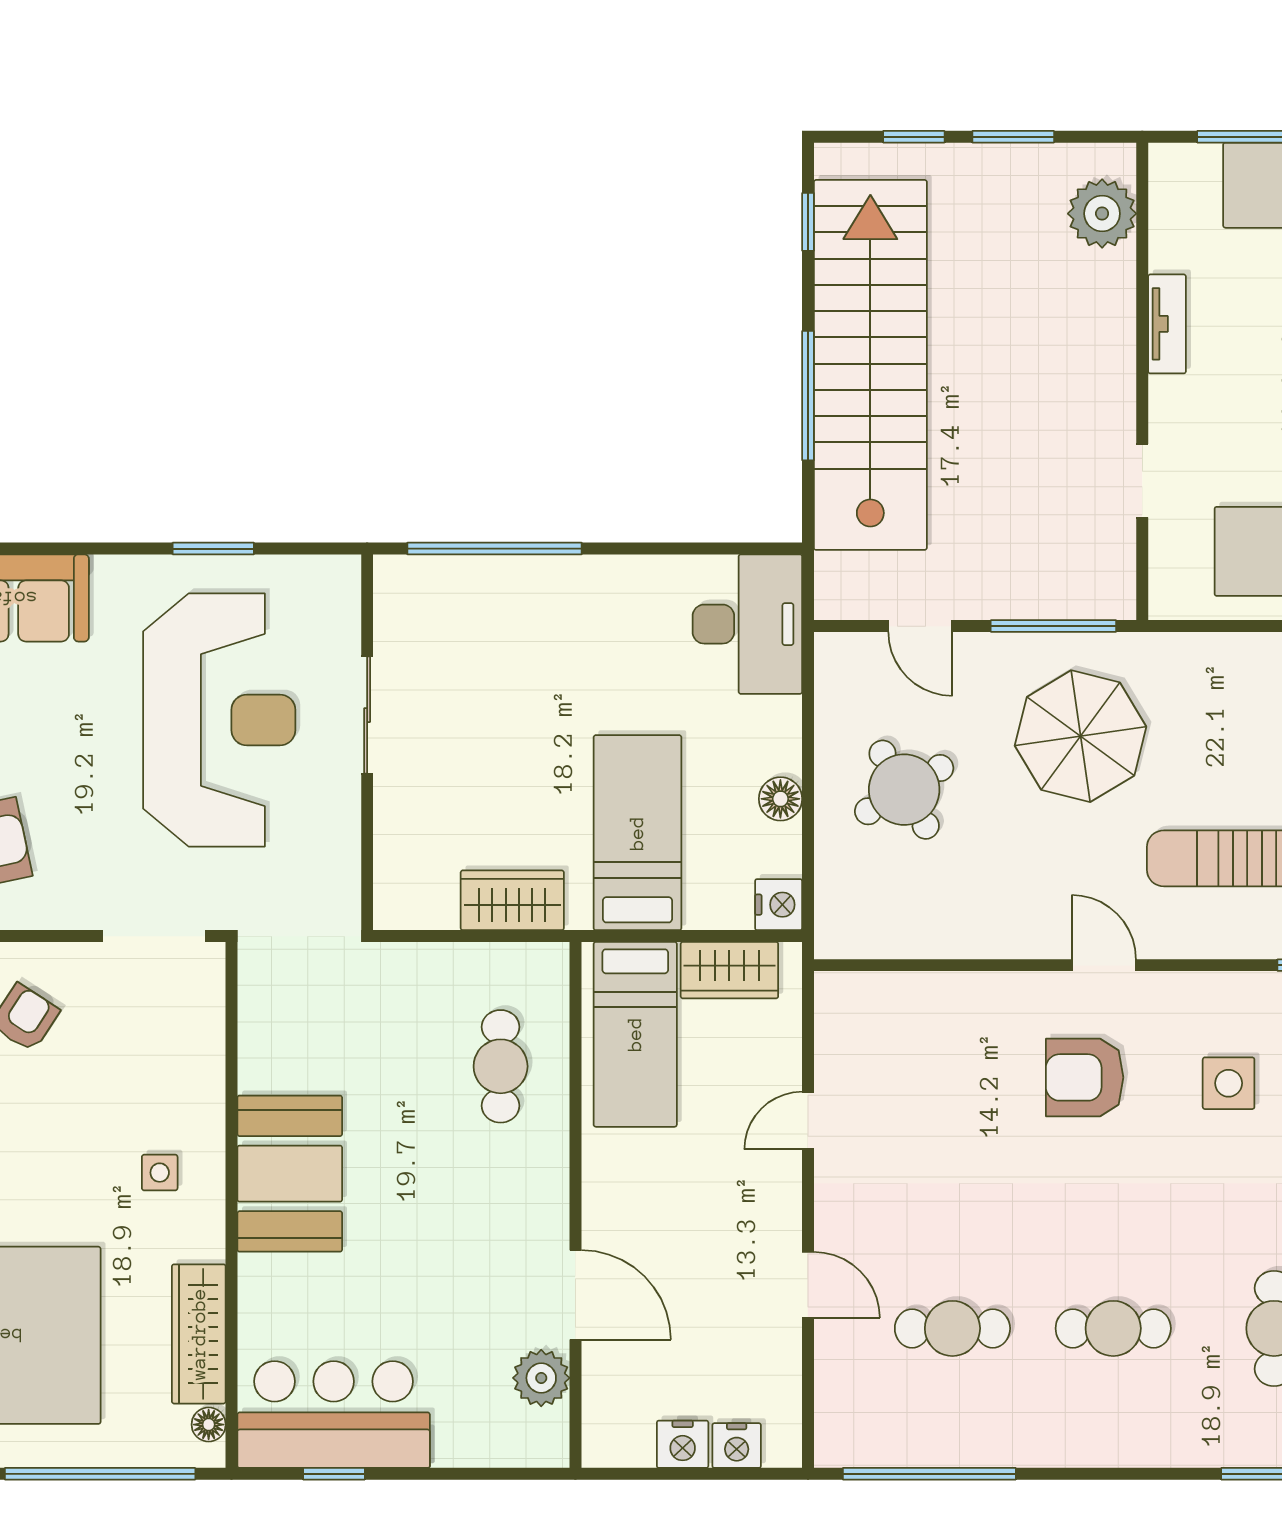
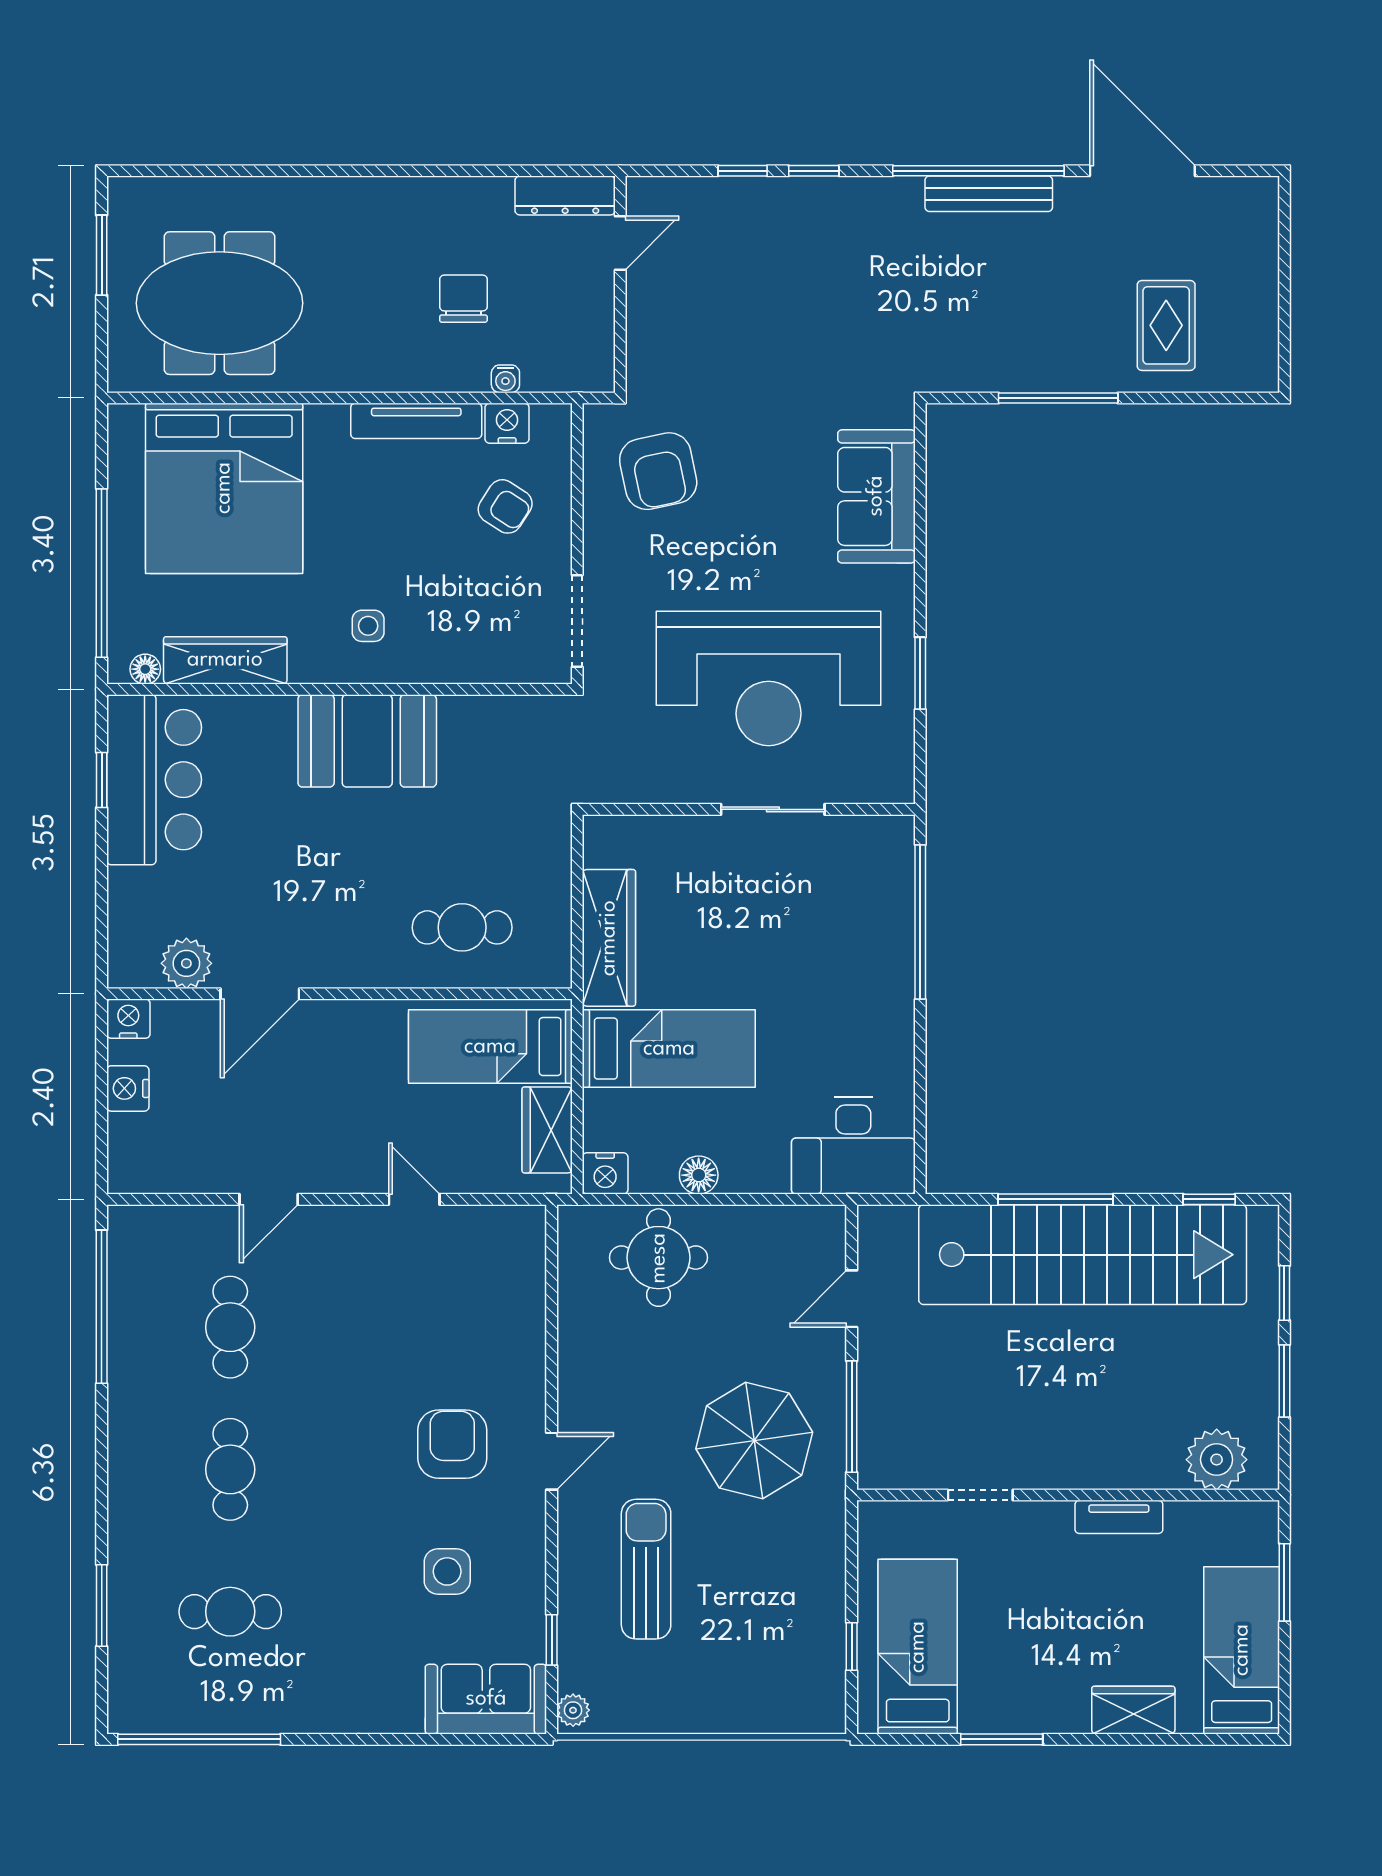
round table: (904, 790) -> (659, 1258), moved, turned 31
wardrobe: (512, 900) -> (609, 938), width x1.50
nightstand: (737, 1446) -> (128, 1019), moved, turned 90

